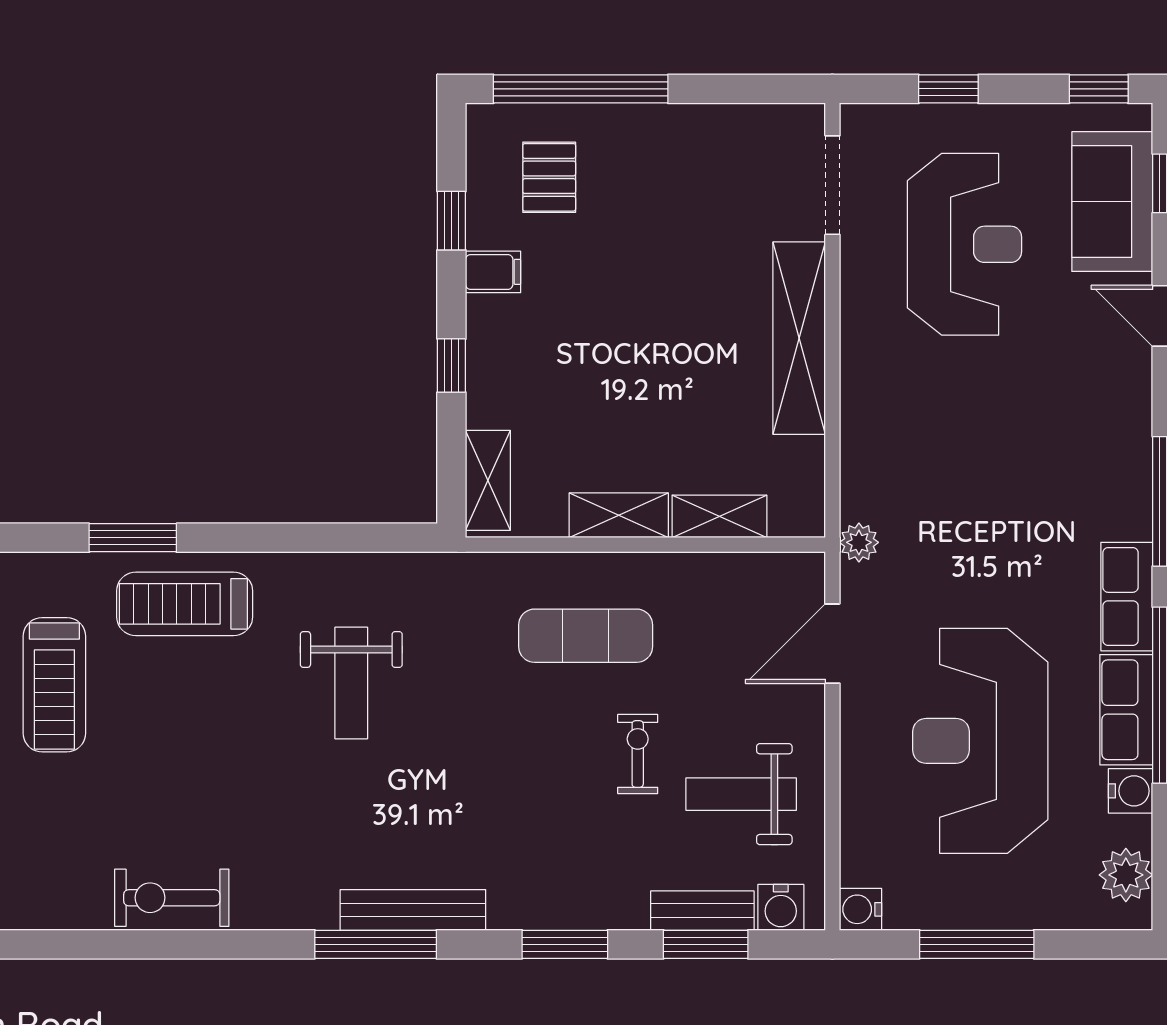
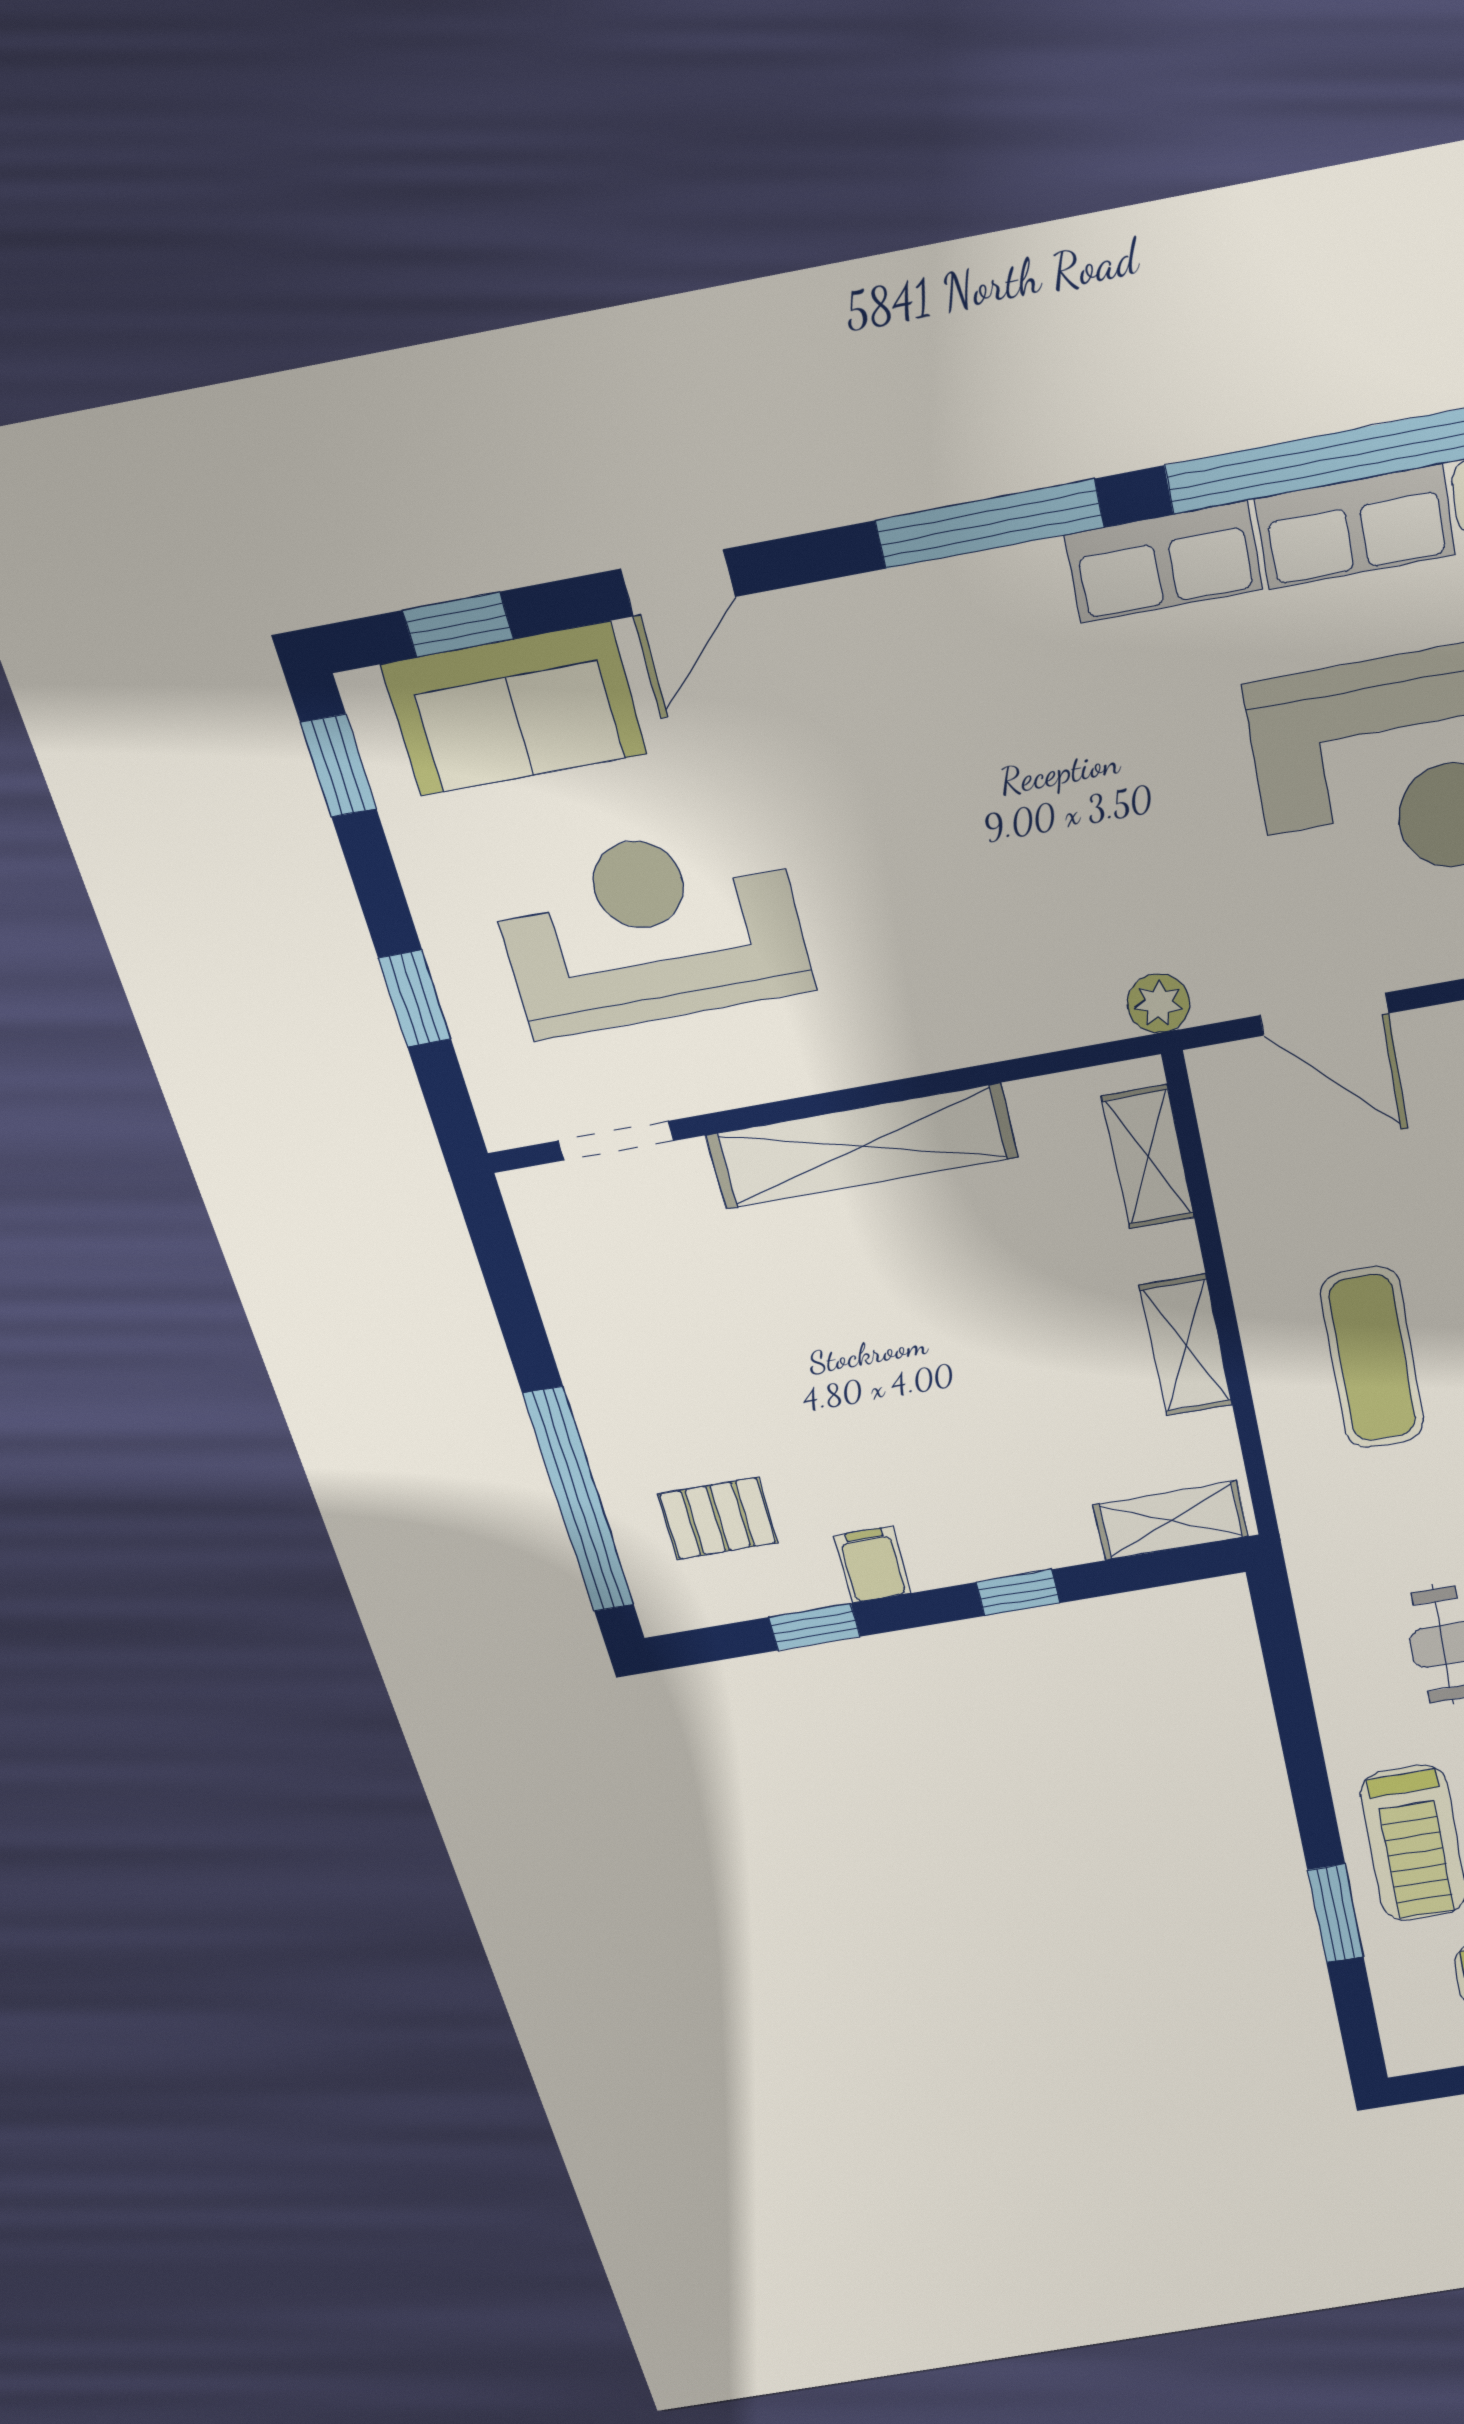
doorway: (832, 185) -> (616, 1141), width x0.73
shelving: (719, 516) -> (1148, 1157), moved

